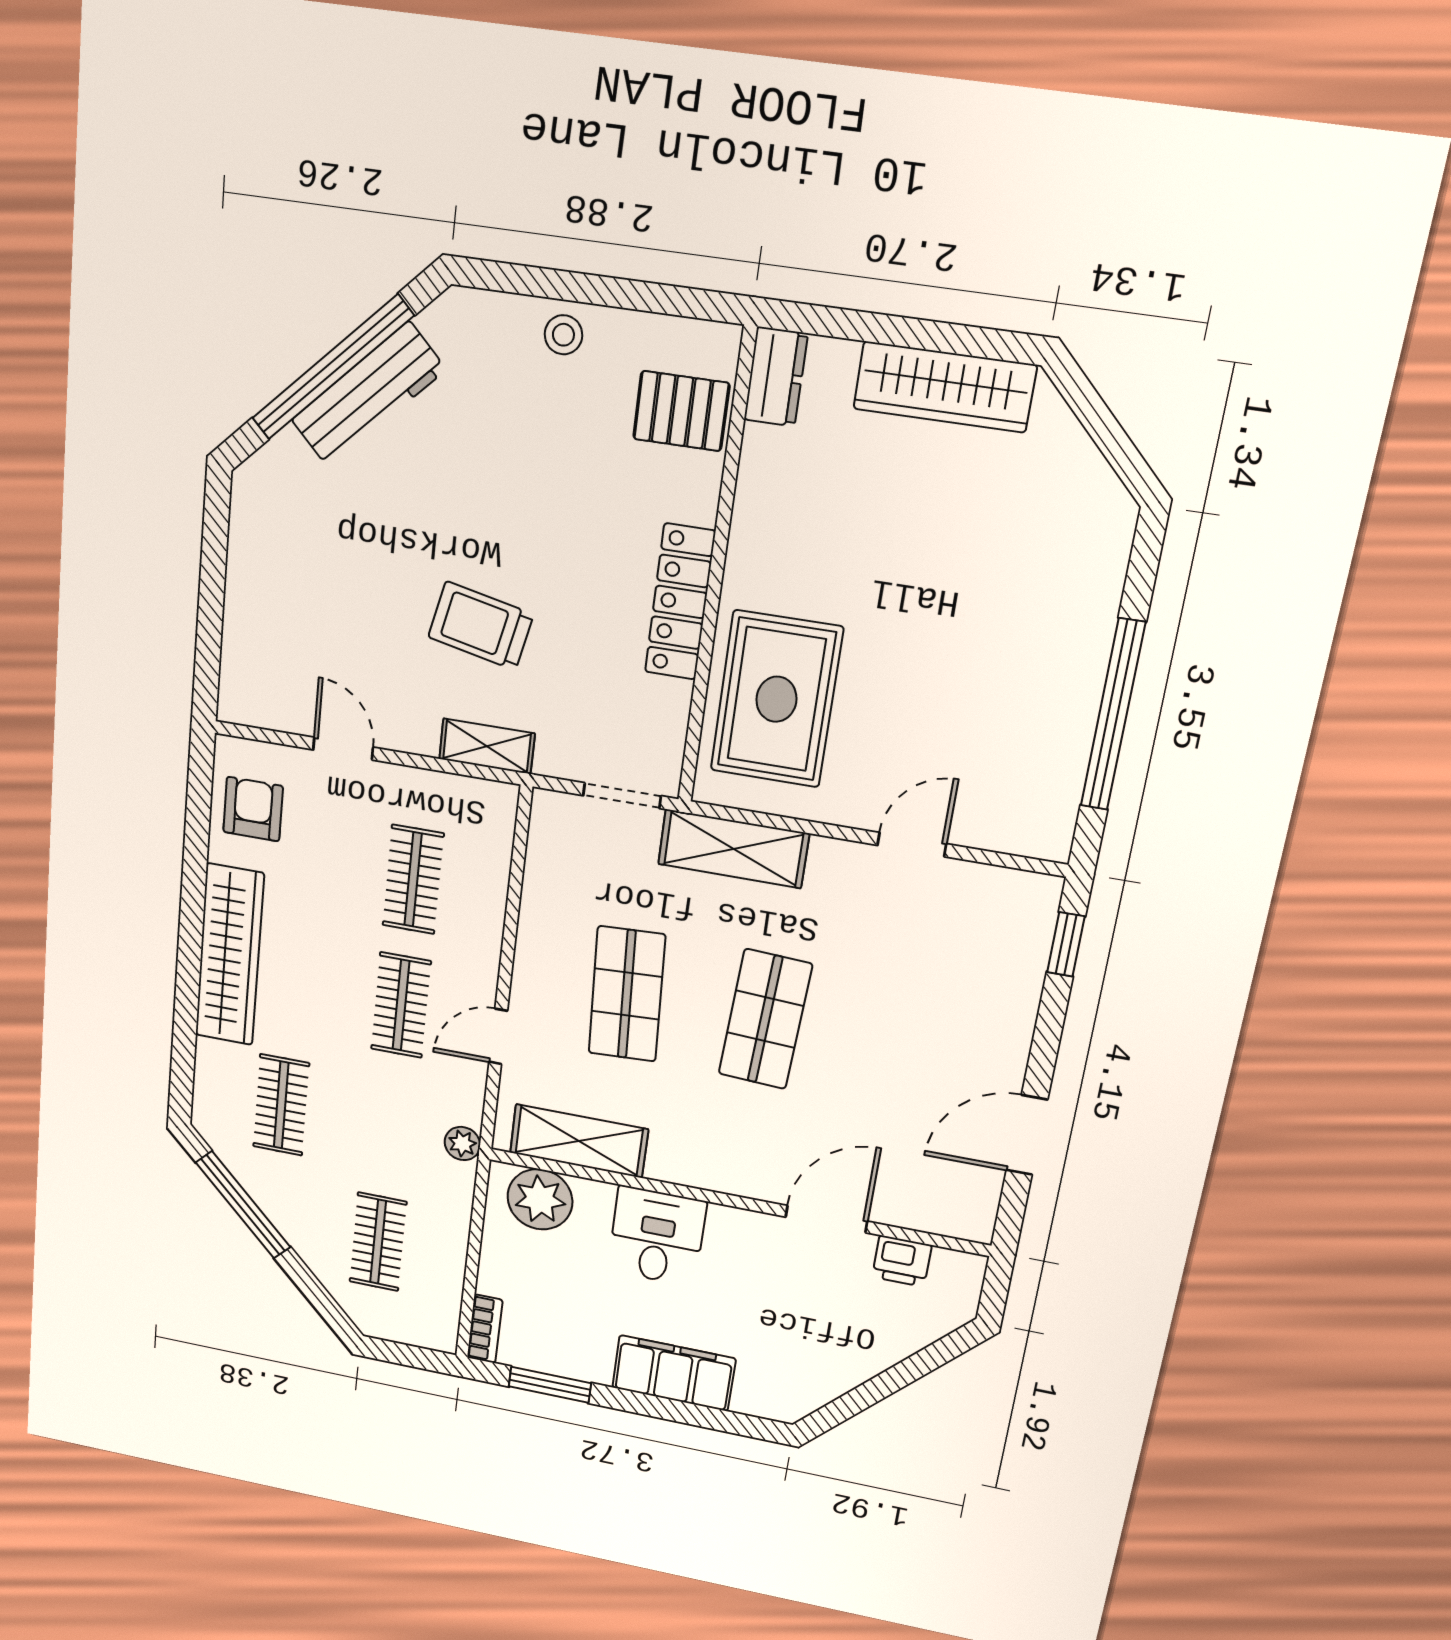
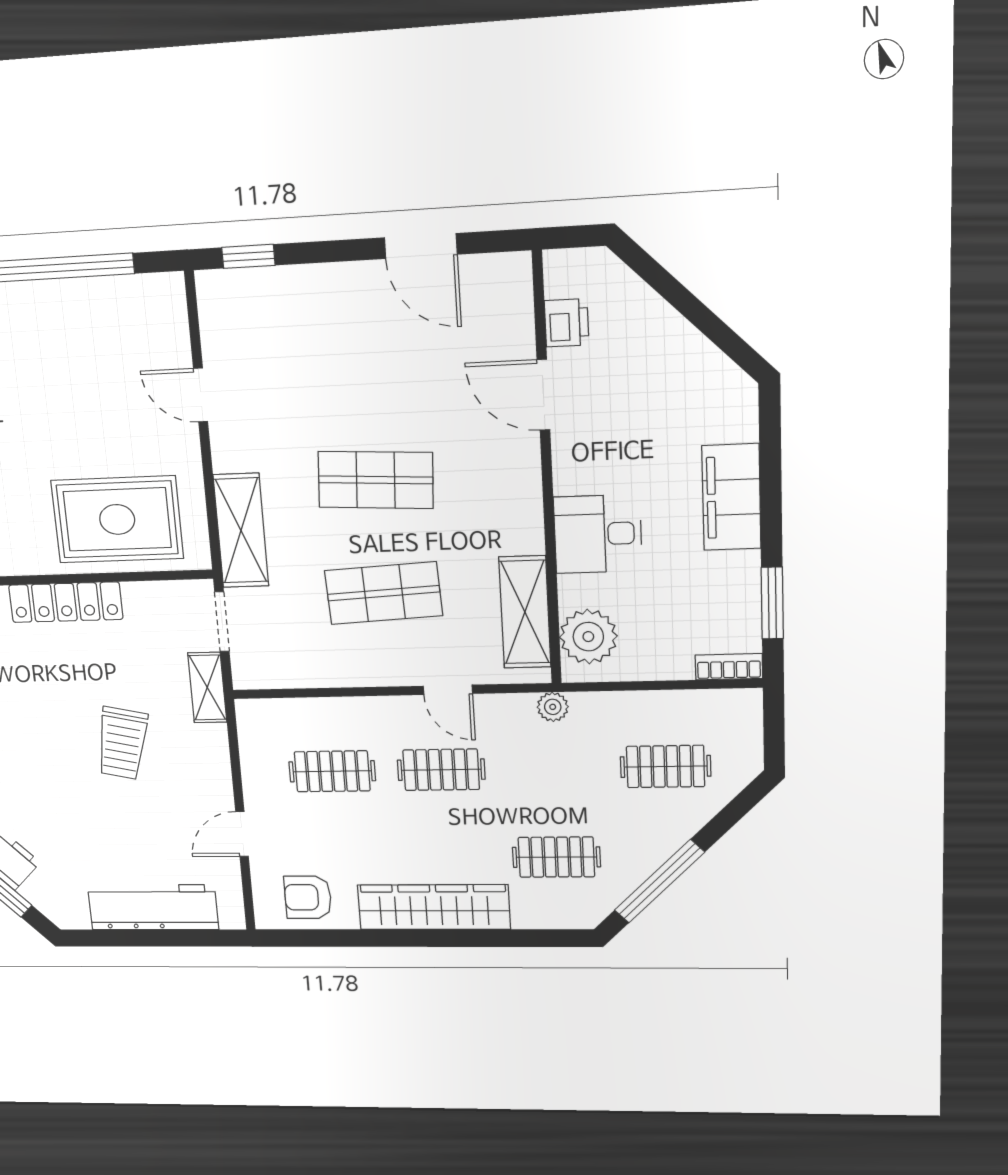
workbench: (254, 607) -> (153, 907), added
shelving: (487, 746) -> (207, 688), moved

